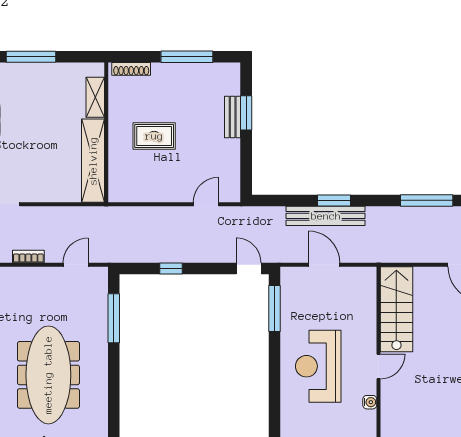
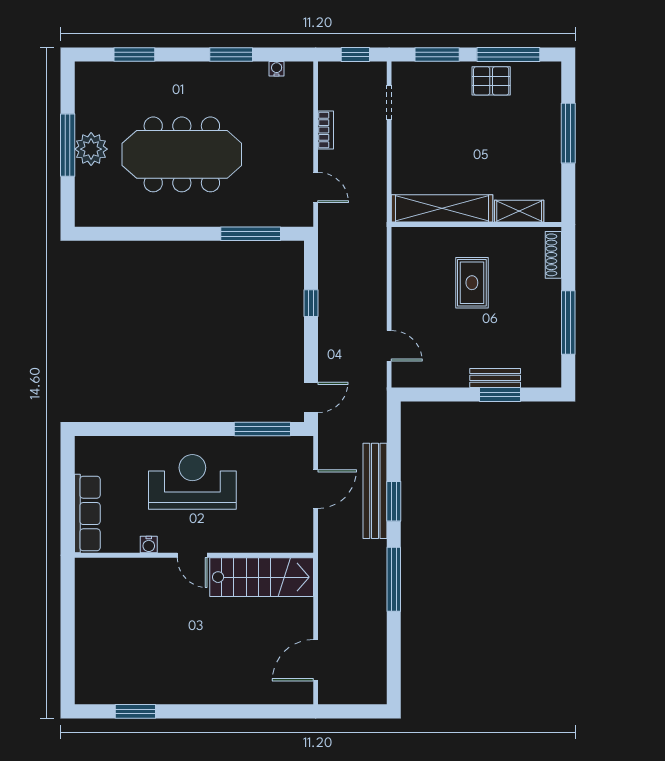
window: (427, 200) -> (394, 579), moved

